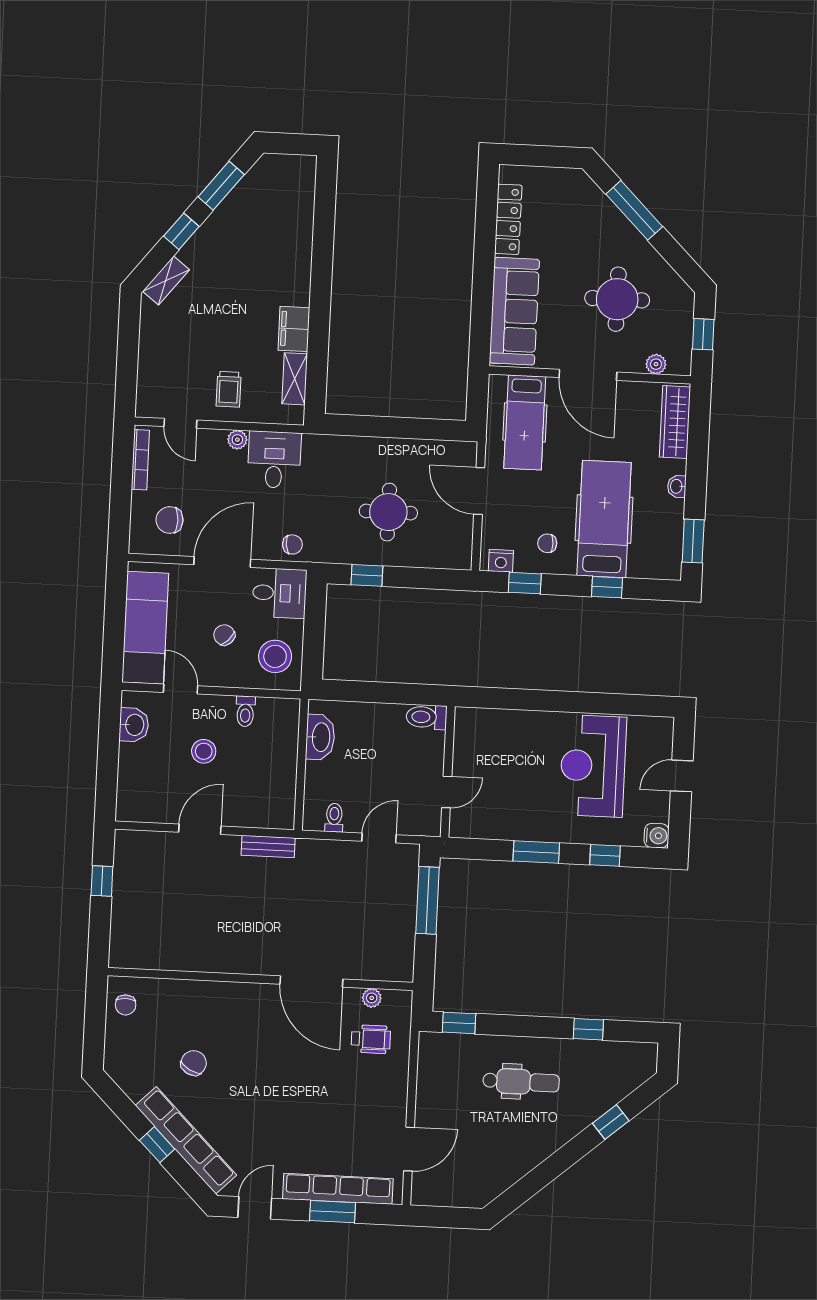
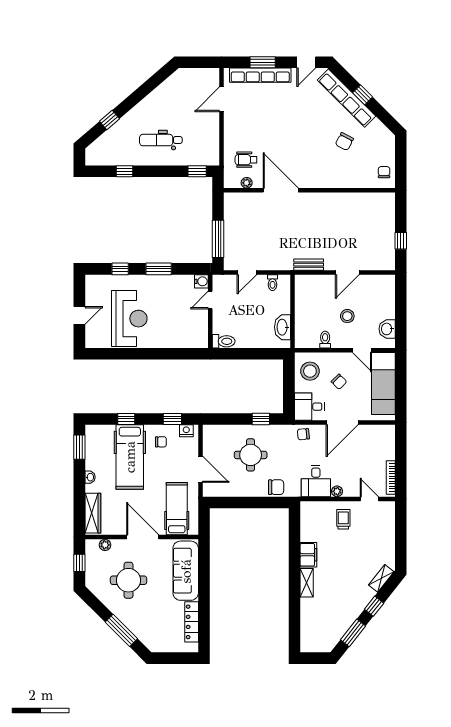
shelving: (295, 379) -> (307, 583), moved
chair: (170, 520) -> (276, 487), moved
water cooler: (656, 836) -> (201, 281), moved, turned 180

